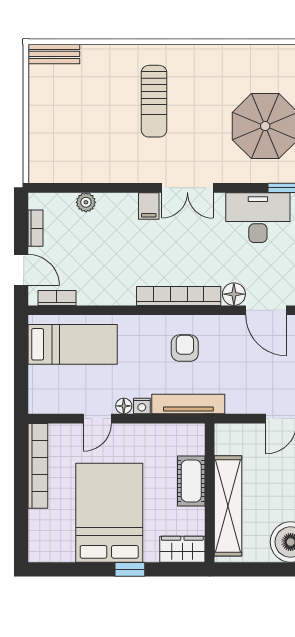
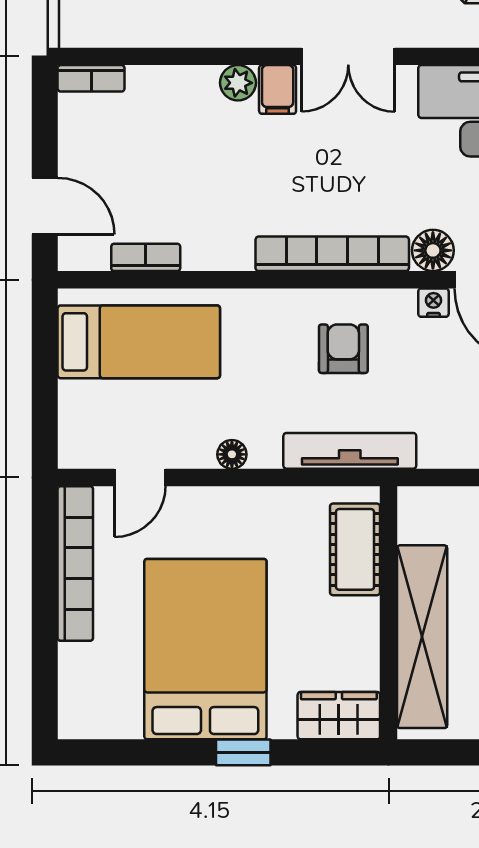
plant: (86, 202) -> (238, 83), moved
bookcase: (36, 228) -> (91, 78), moved, turned 90
bookcase: (57, 298) -> (146, 257), moved
nightstand: (142, 406) -> (433, 303), moved, turned 180
door: (97, 419) -> (140, 477), moved
cot: (191, 481) -> (355, 549), moved

